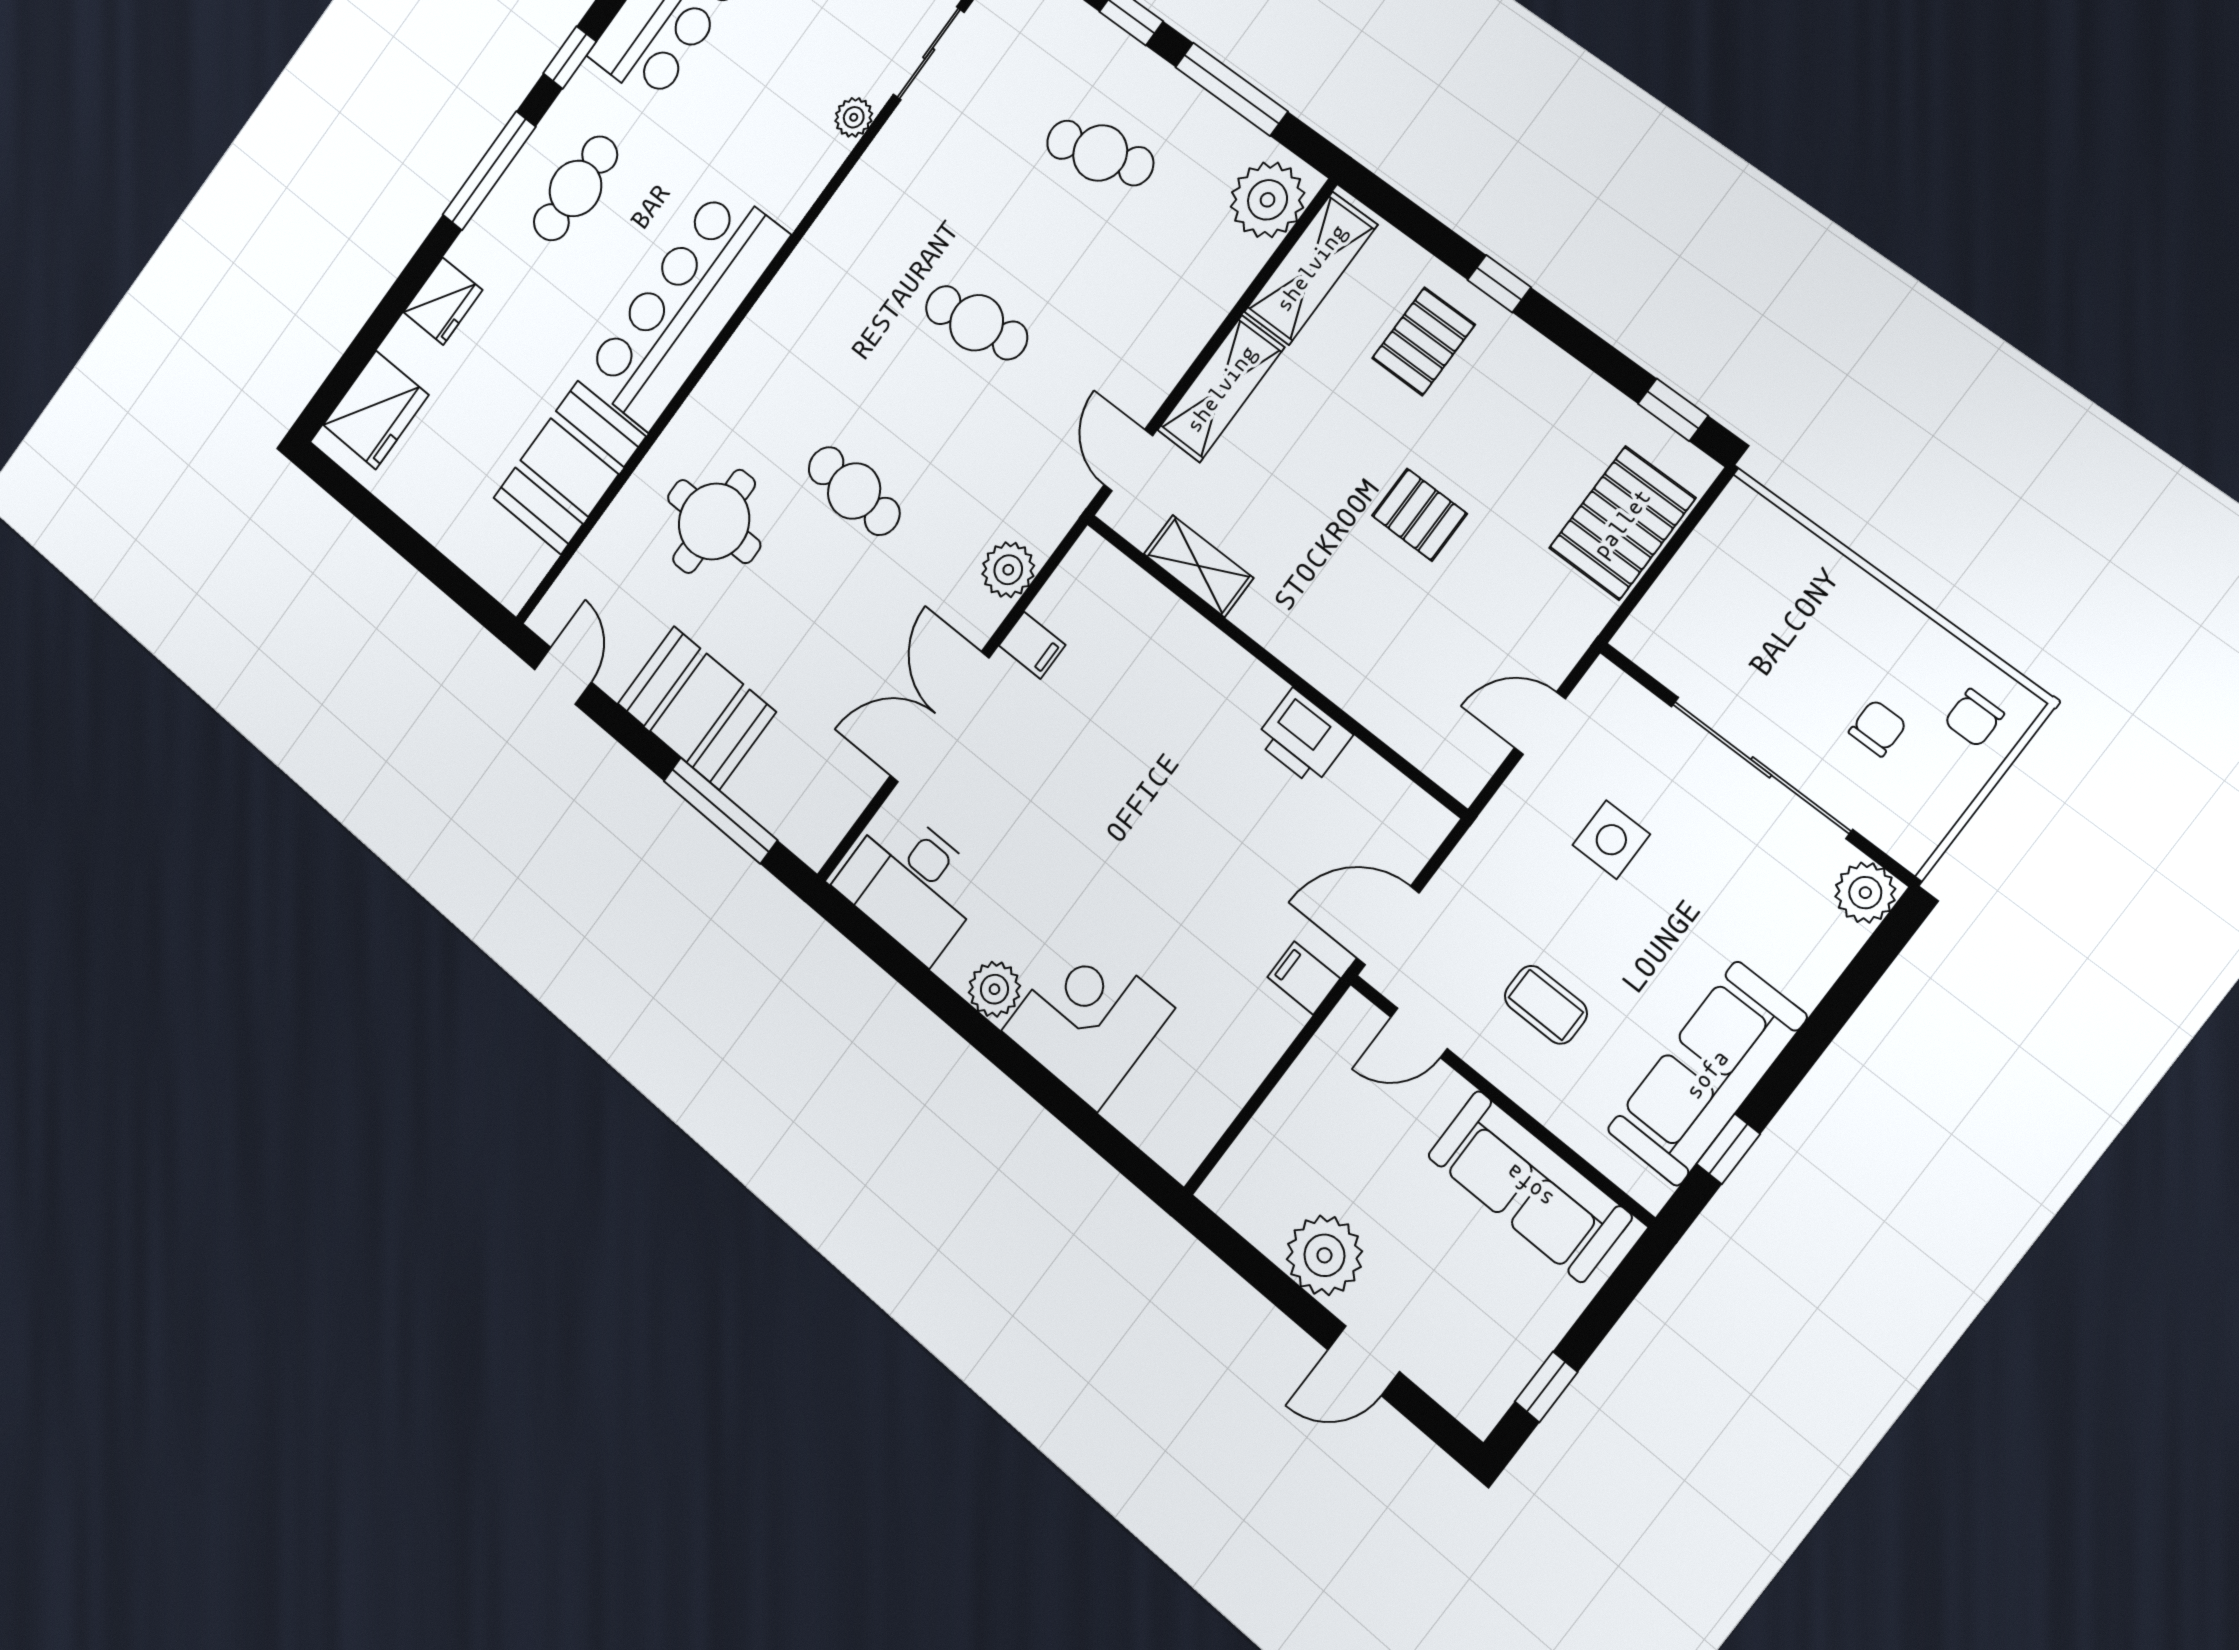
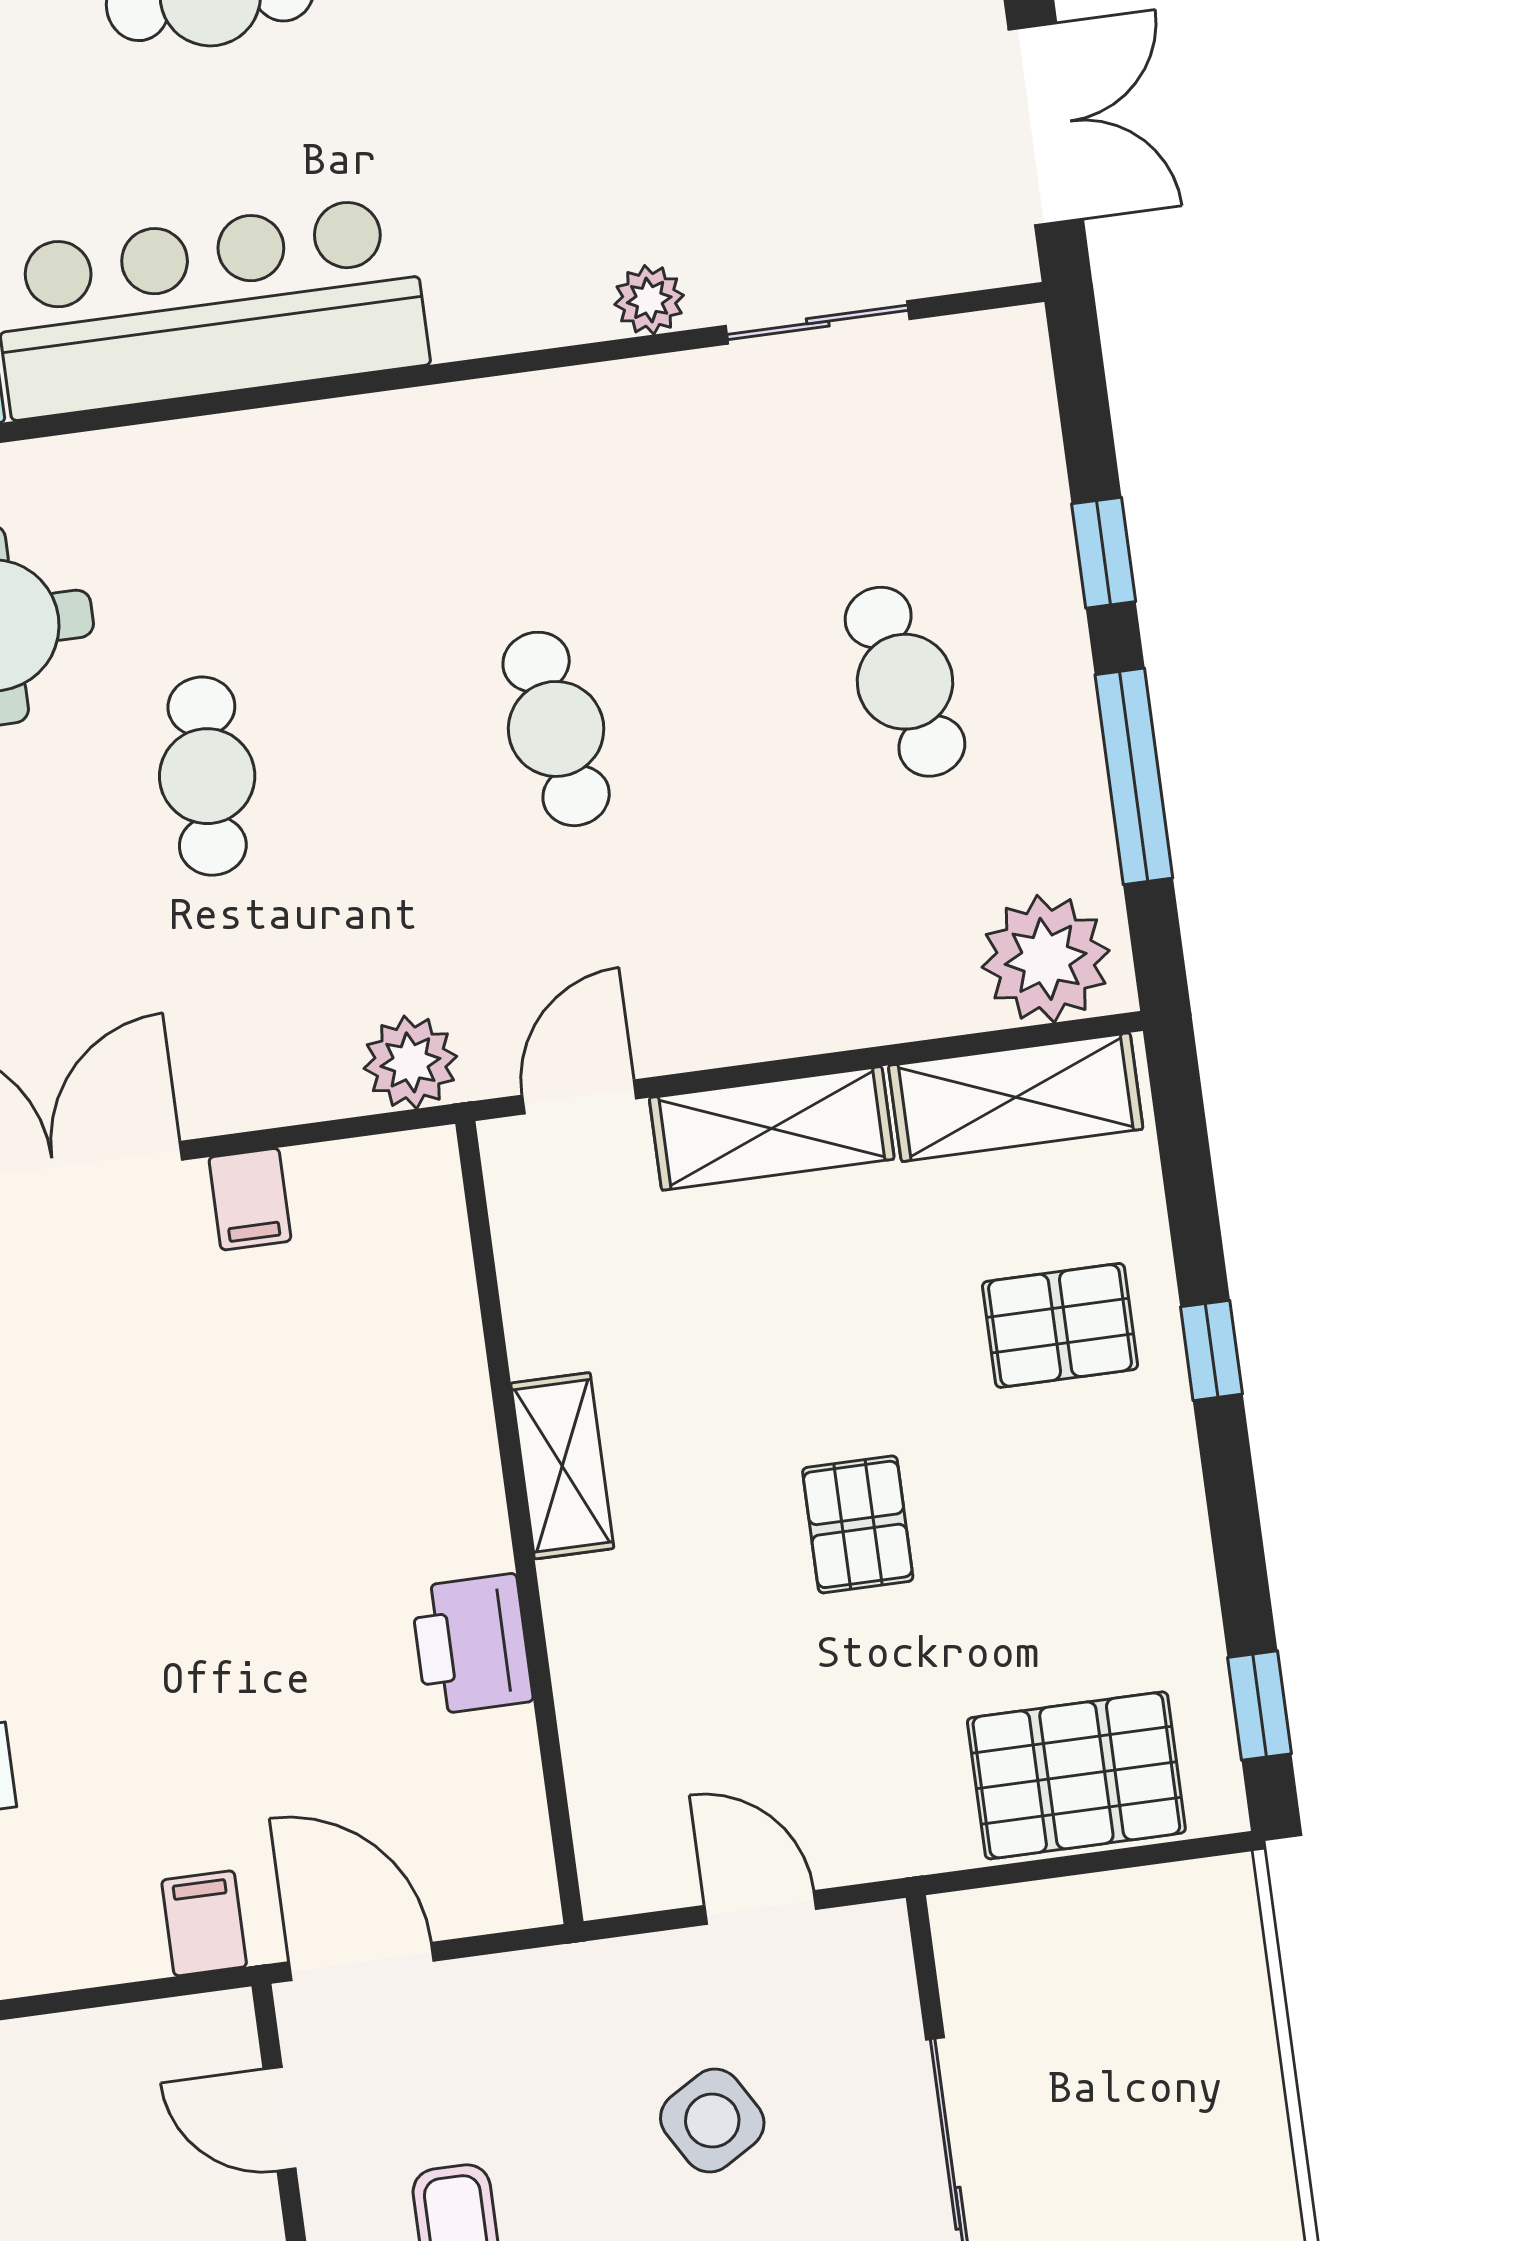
shelving: (1198, 566) -> (562, 1466), moved
plant: (1008, 570) -> (410, 1062), moved
side table: (1611, 840) -> (712, 2121), turned -31

